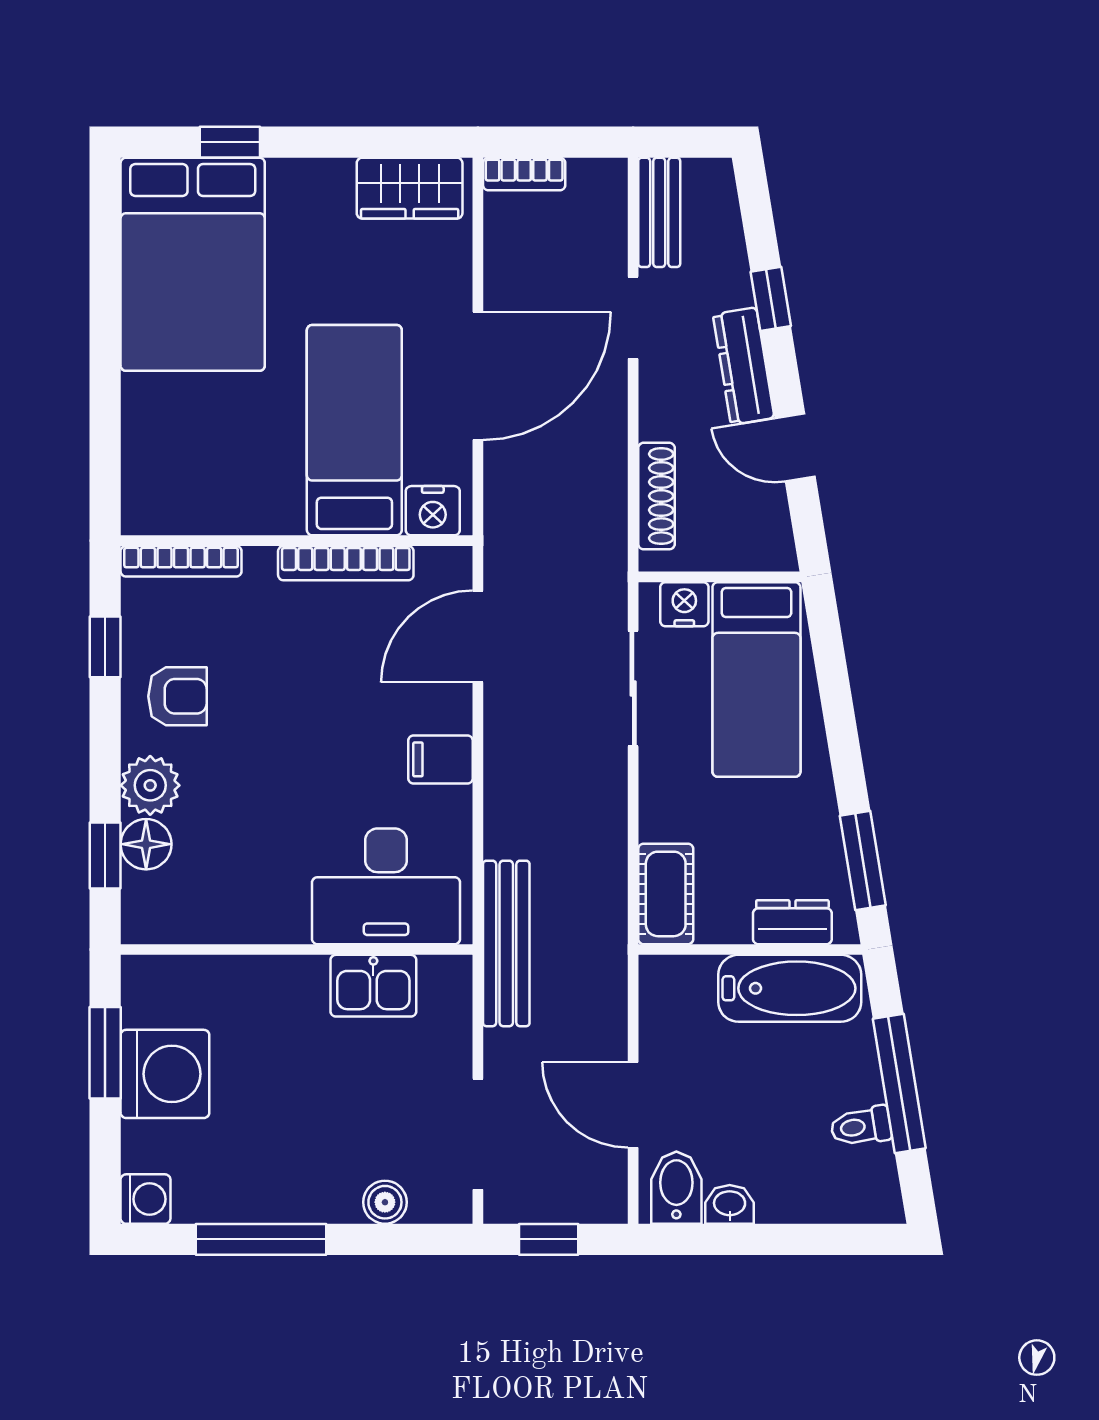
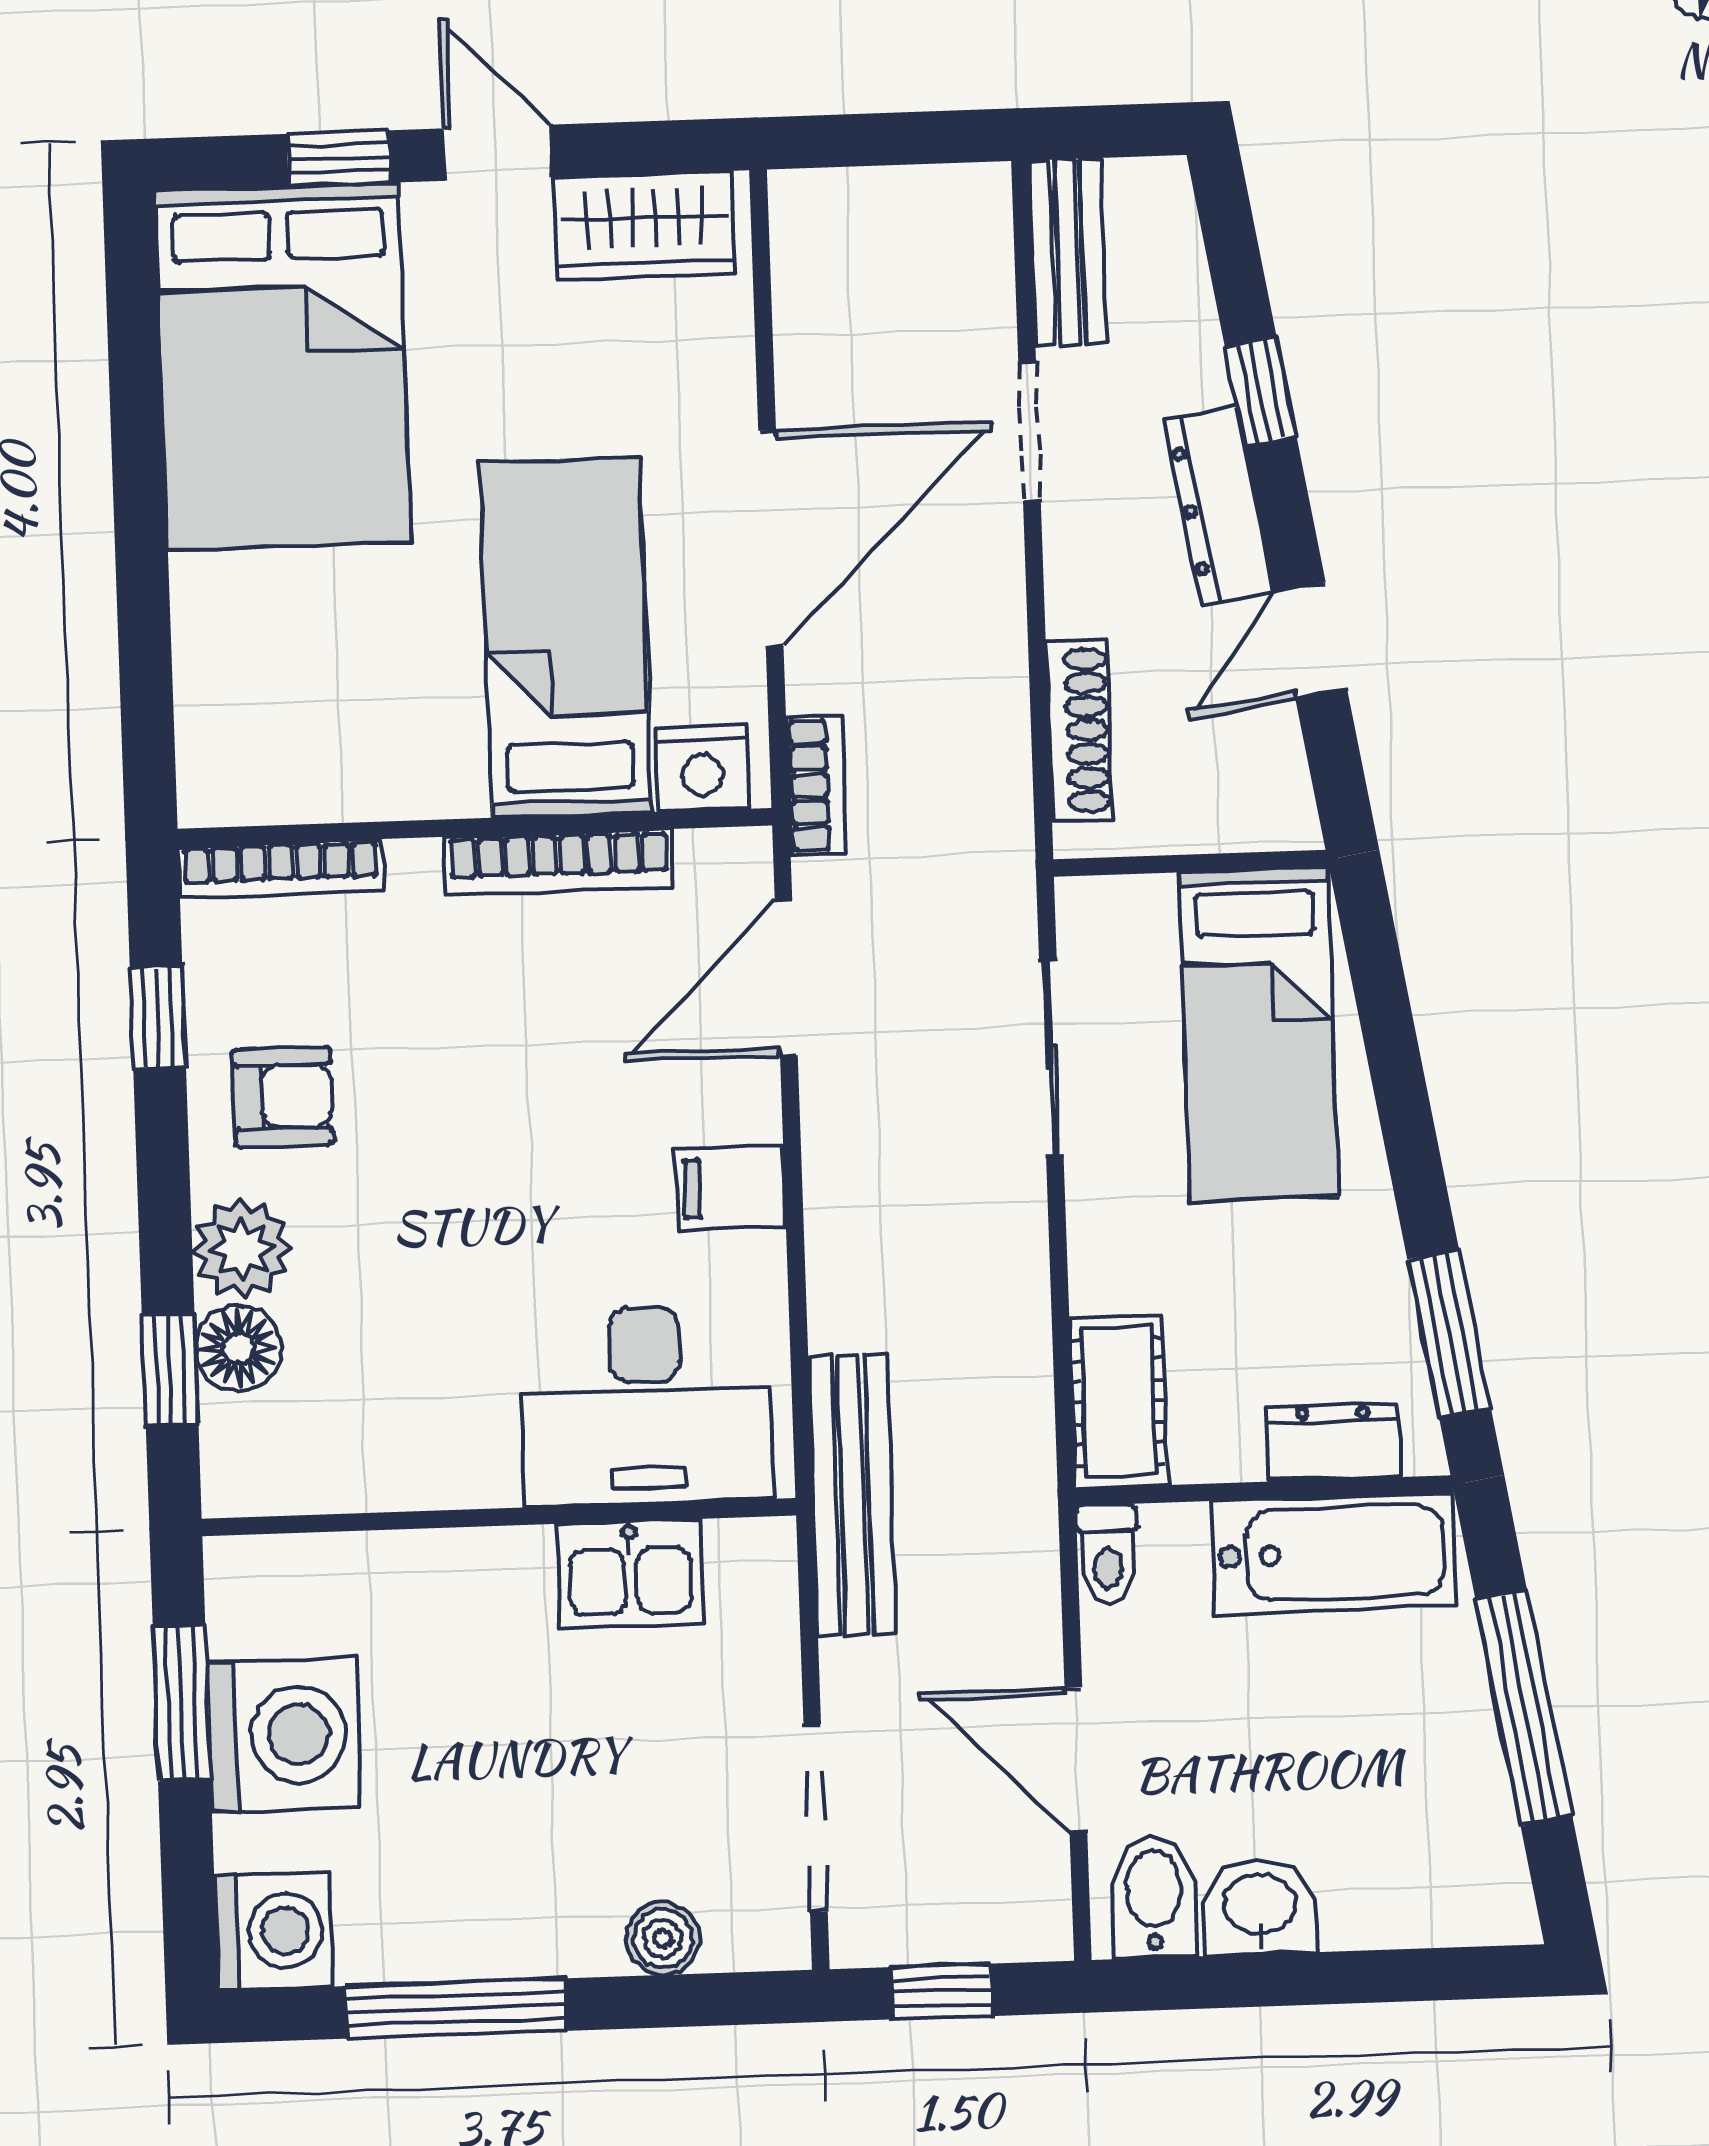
door: (324, 142) -> (498, 153), added
bookcase: (524, 174) -> (816, 785), moved, turned -90
door: (795, 447) -> (1310, 640), hinge flipped
nightstand: (684, 604) -> (1133, 911), removed
toilet: (861, 1126) -> (1108, 1554), moved, turned -81
washing machine: (146, 1199) -> (274, 1931), width x1.38, depth x1.38
washbasin: (730, 1204) -> (1260, 1907), width x1.38, depth x1.45

